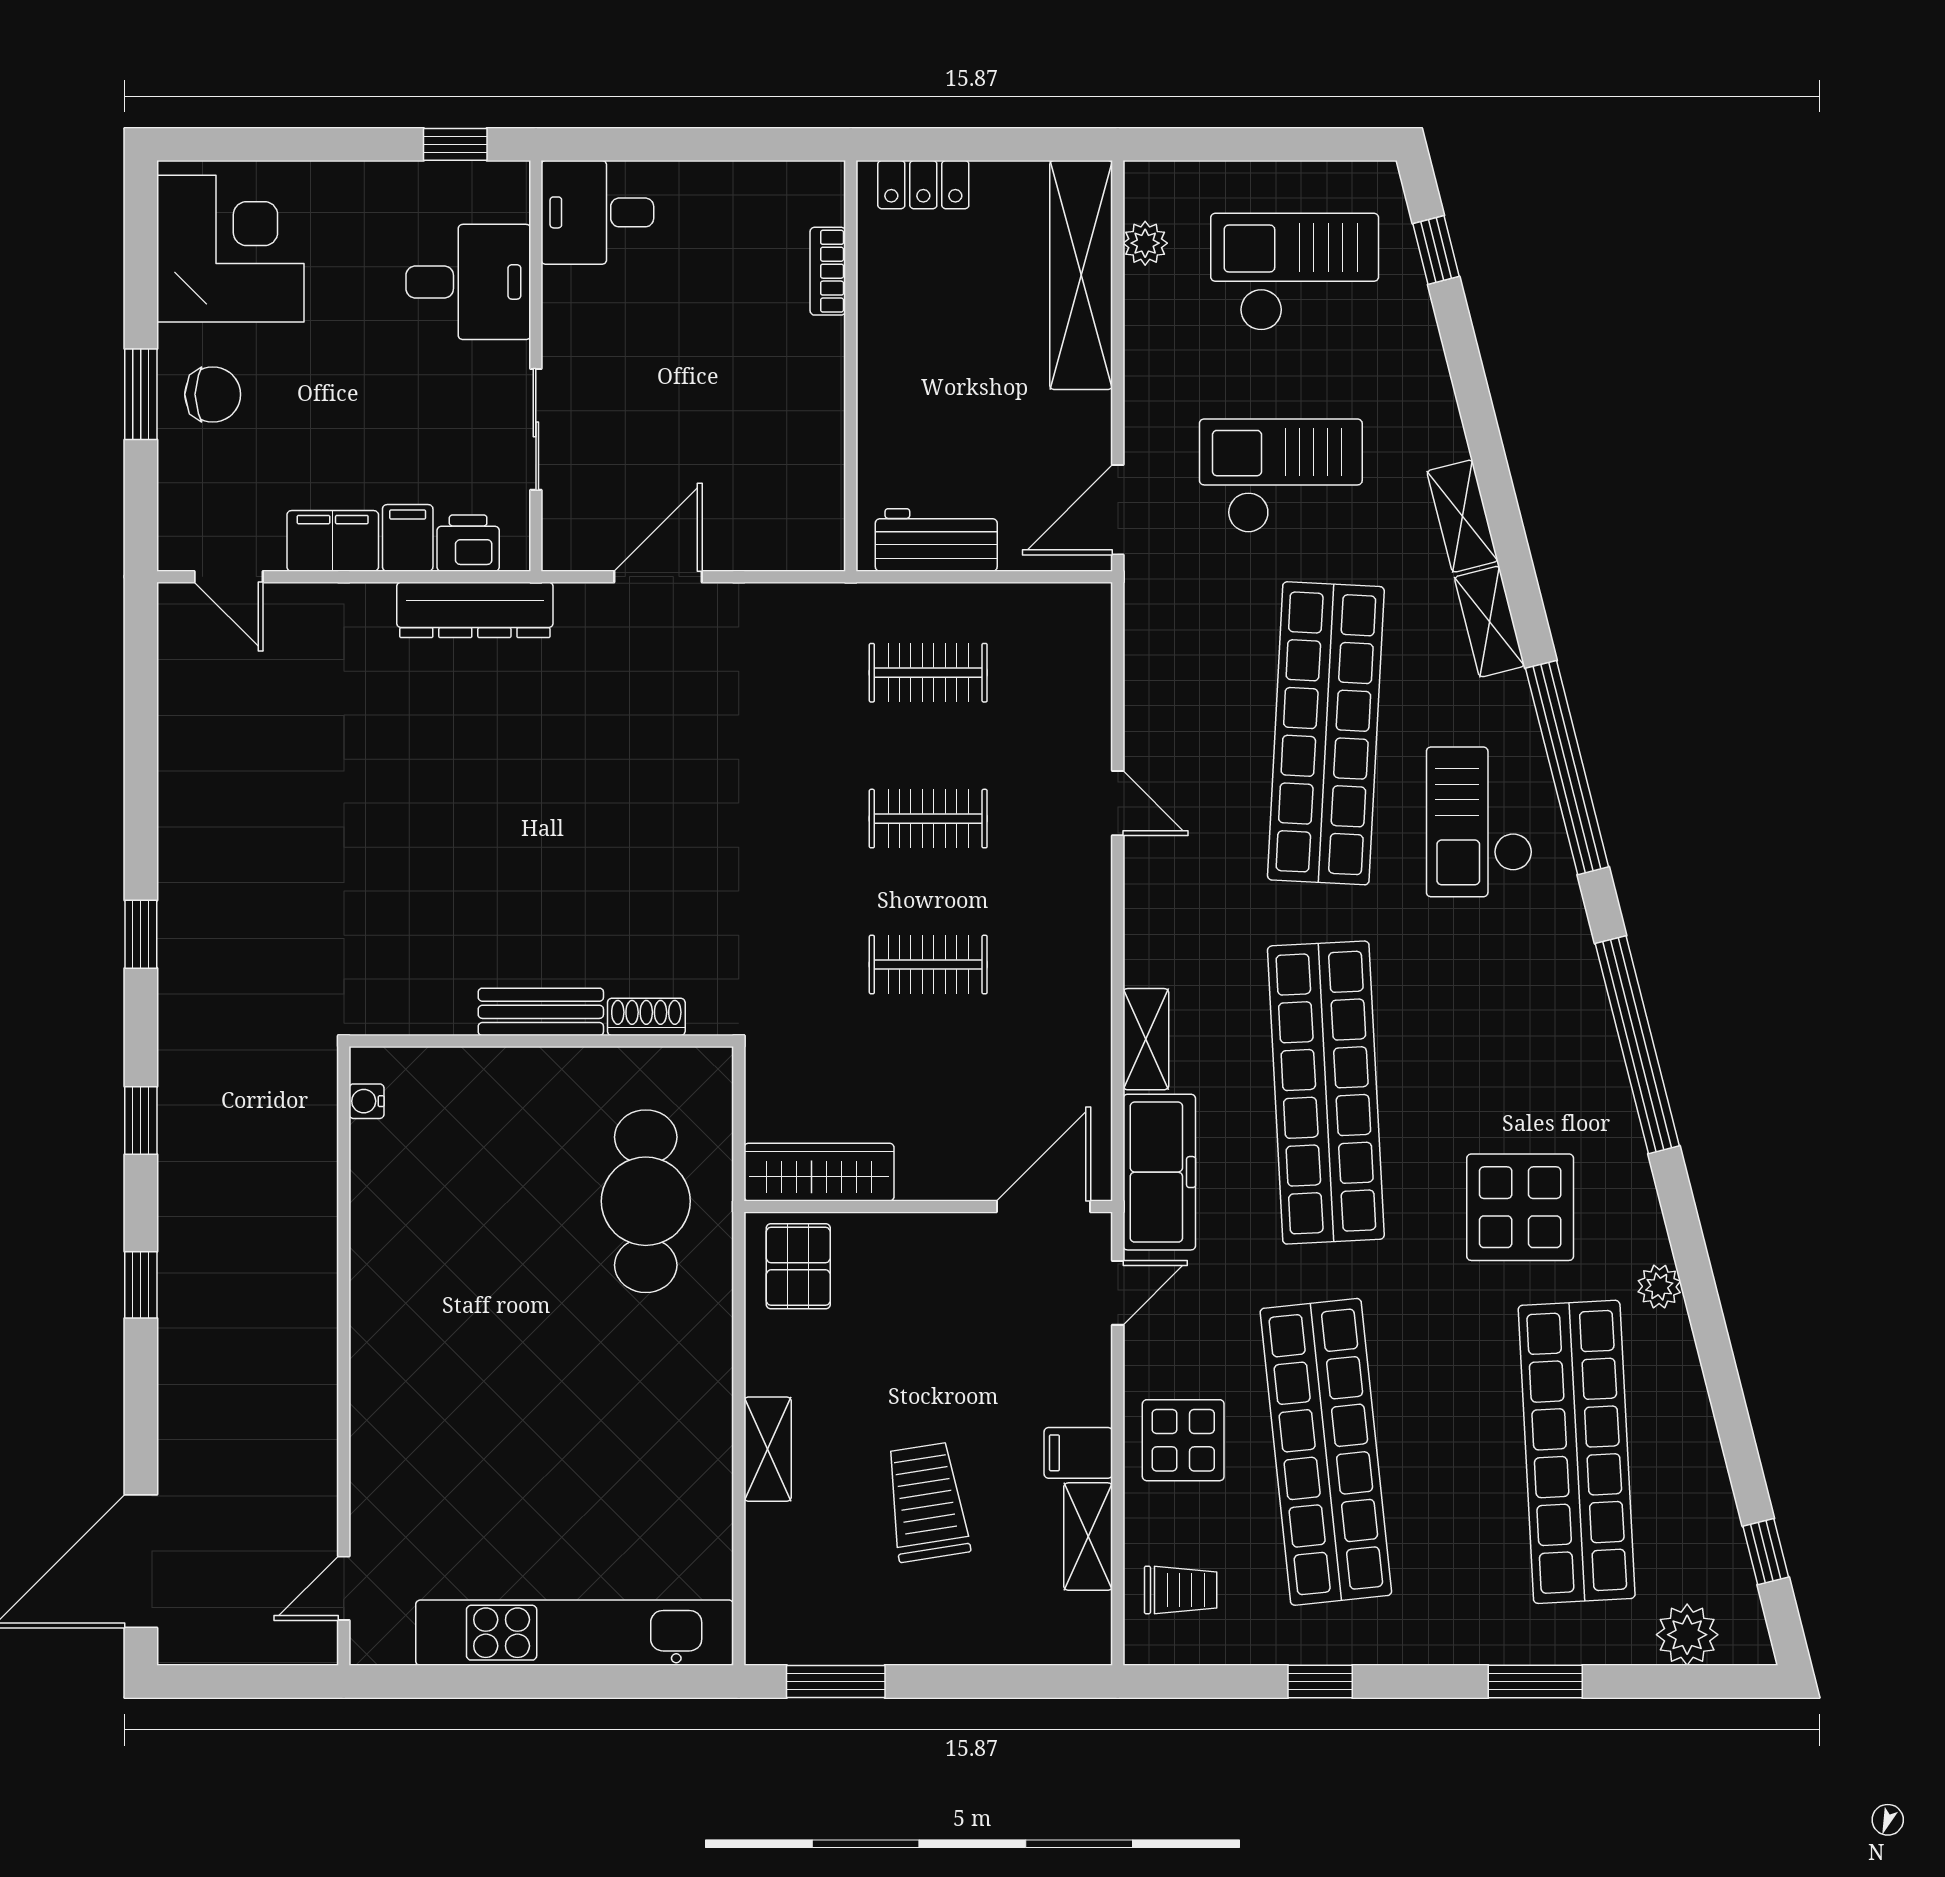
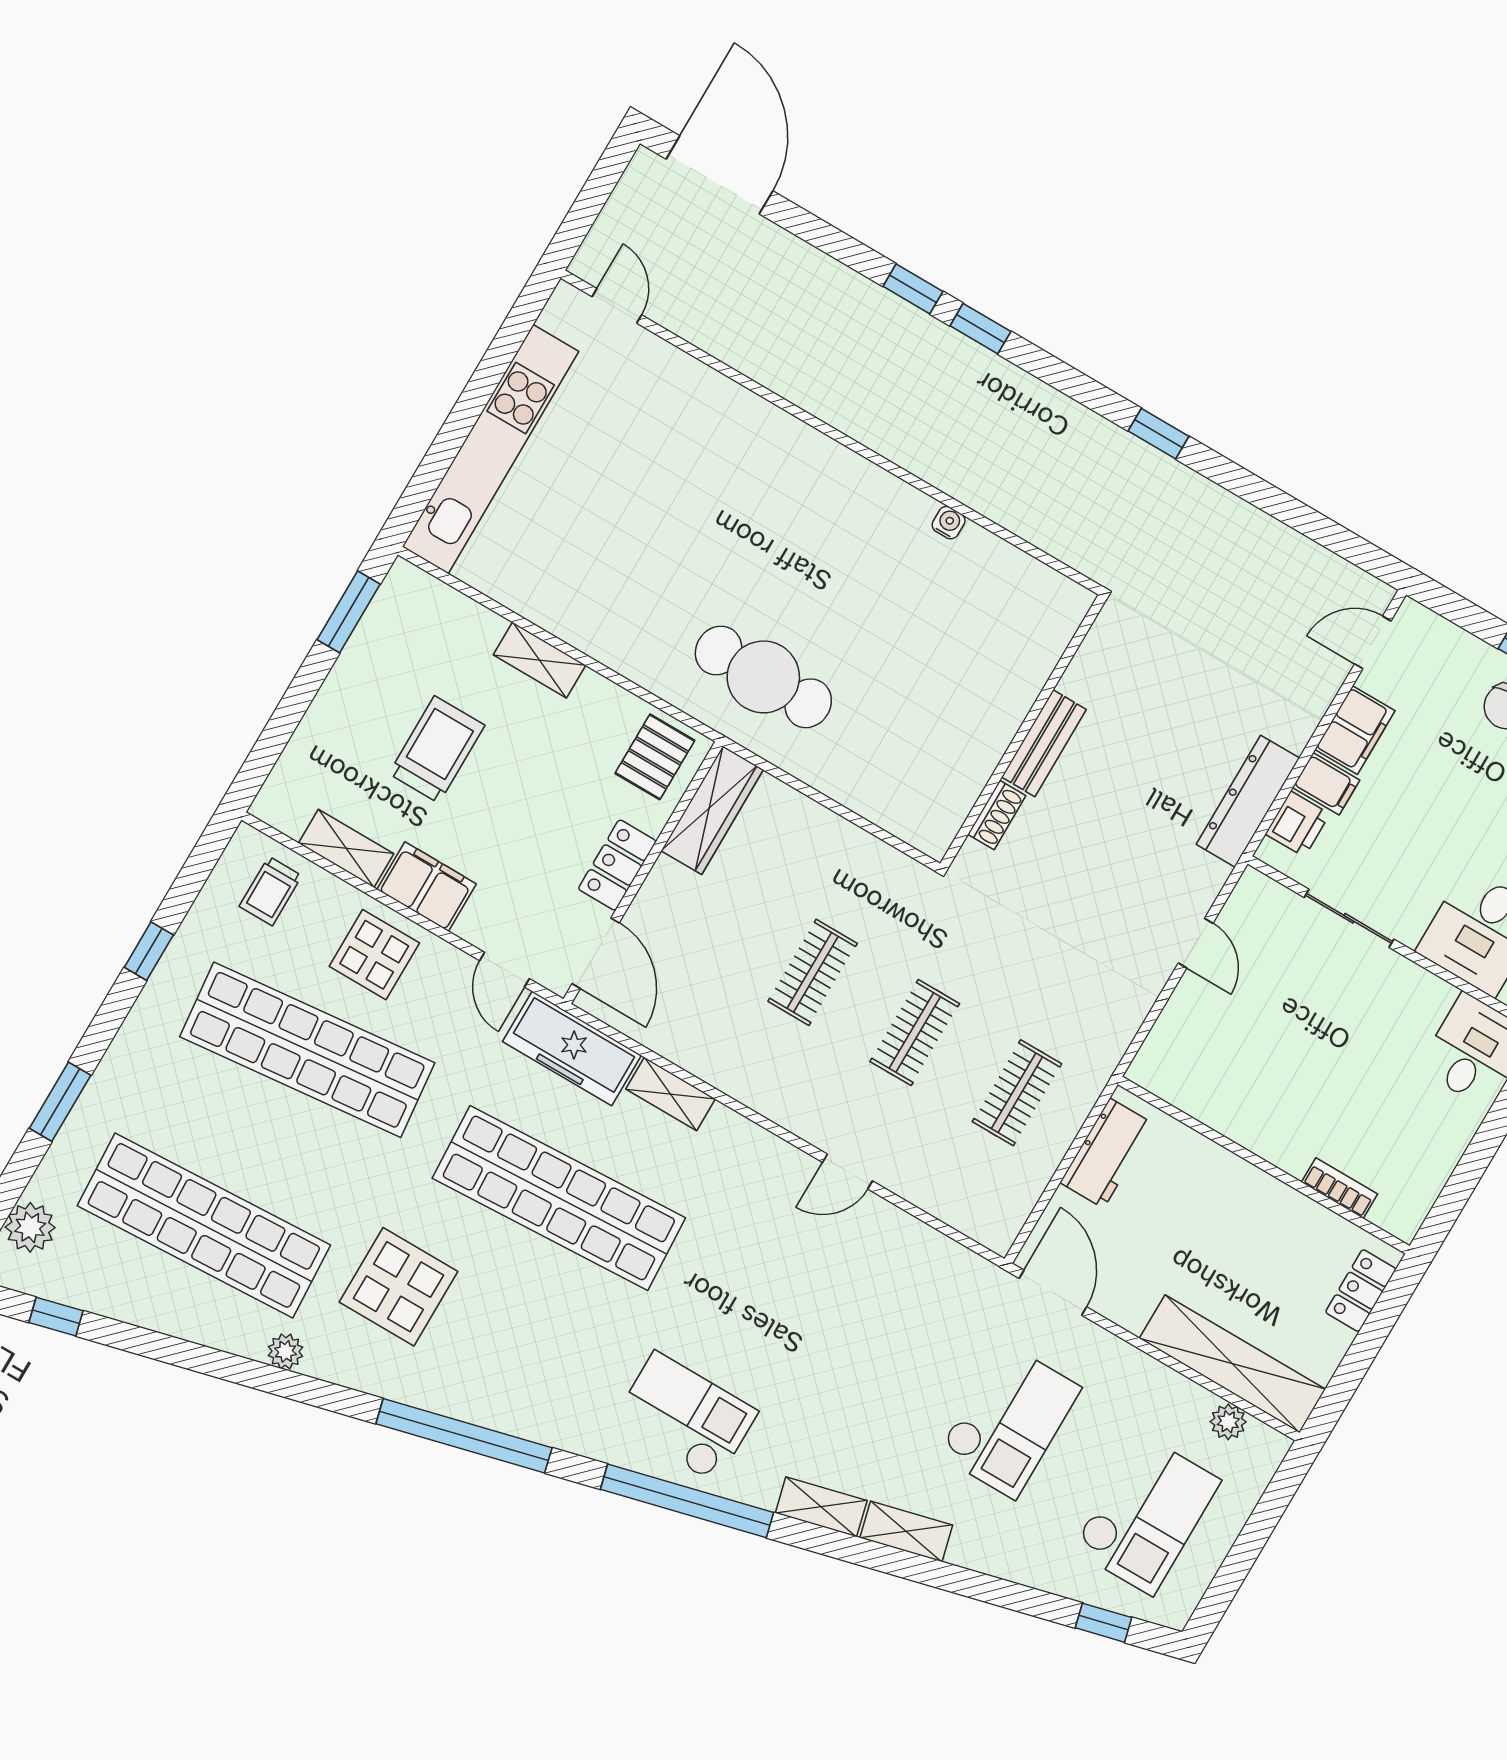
door: (658, 577) -> (1196, 943), width x0.73
shop shelf: (1326, 733) -> (810, 1346), removed
bench: (541, 1012) -> (1044, 743), moved
shoe rack: (646, 1017) -> (997, 815), moved
wall: (541, 1041) -> (1023, 731), moved
window: (141, 1120) -> (980, 329), moved
locker: (936, 1239) -> (617, 865), added
pallet: (798, 1266) -> (655, 757), turned 90
filing cabinet: (1078, 1453) -> (427, 887), width x2.00
trolley: (927, 1502) -> (437, 749), turned -81

